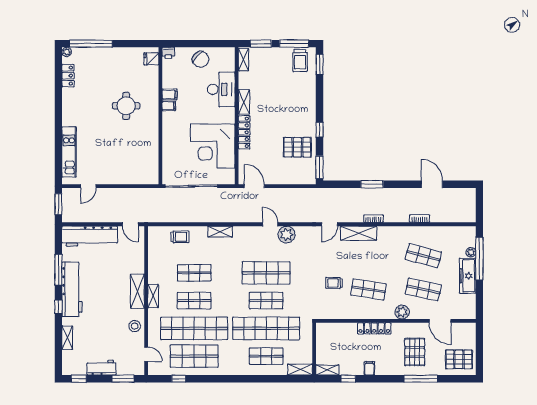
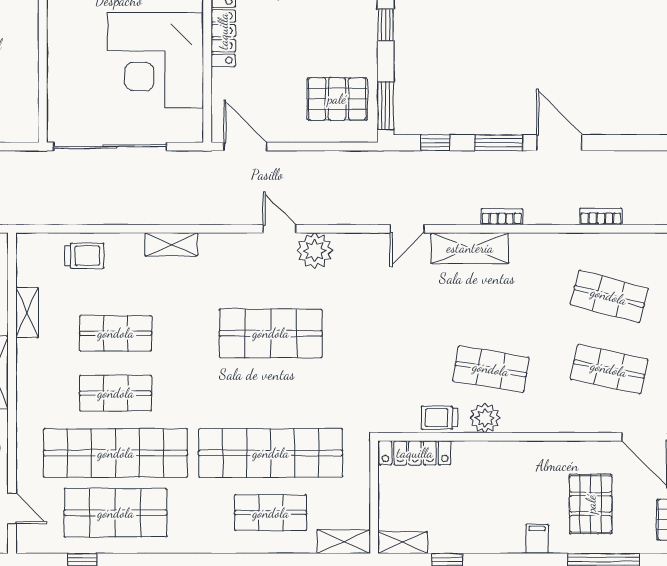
pallet: (297, 147) -> (337, 99), moved
window: (343, 184) -> (435, 143), added
door: (432, 184) -> (559, 143), moved
trolley: (334, 283) -> (439, 418), moved
shelving: (153, 296) -> (27, 312), moved
shop shelf: (266, 301) -> (271, 393), removed
plant: (402, 312) -> (485, 418), moved
locker: (374, 328) -> (415, 453), moved
filing cabinet: (369, 368) -> (537, 539), moved

